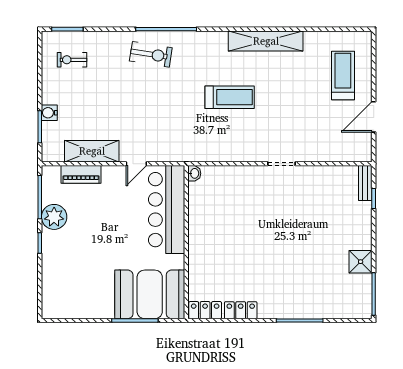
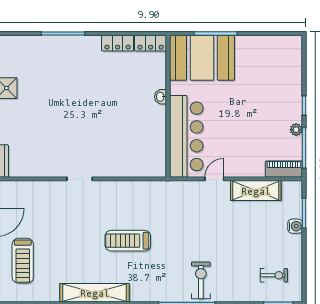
exercise bike: (151, 54) -> (201, 280), turned 81
washbasin: (194, 173) -> (161, 97), moved
piano: (81, 174) -> (284, 169), moved
plant: (54, 217) -> (296, 130), width x0.53, depth x0.53

